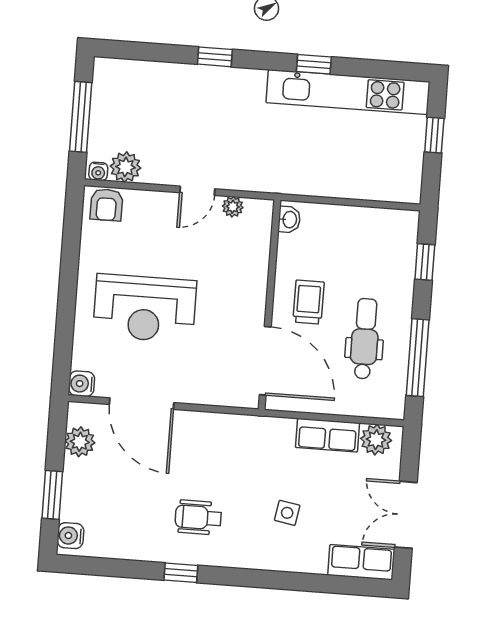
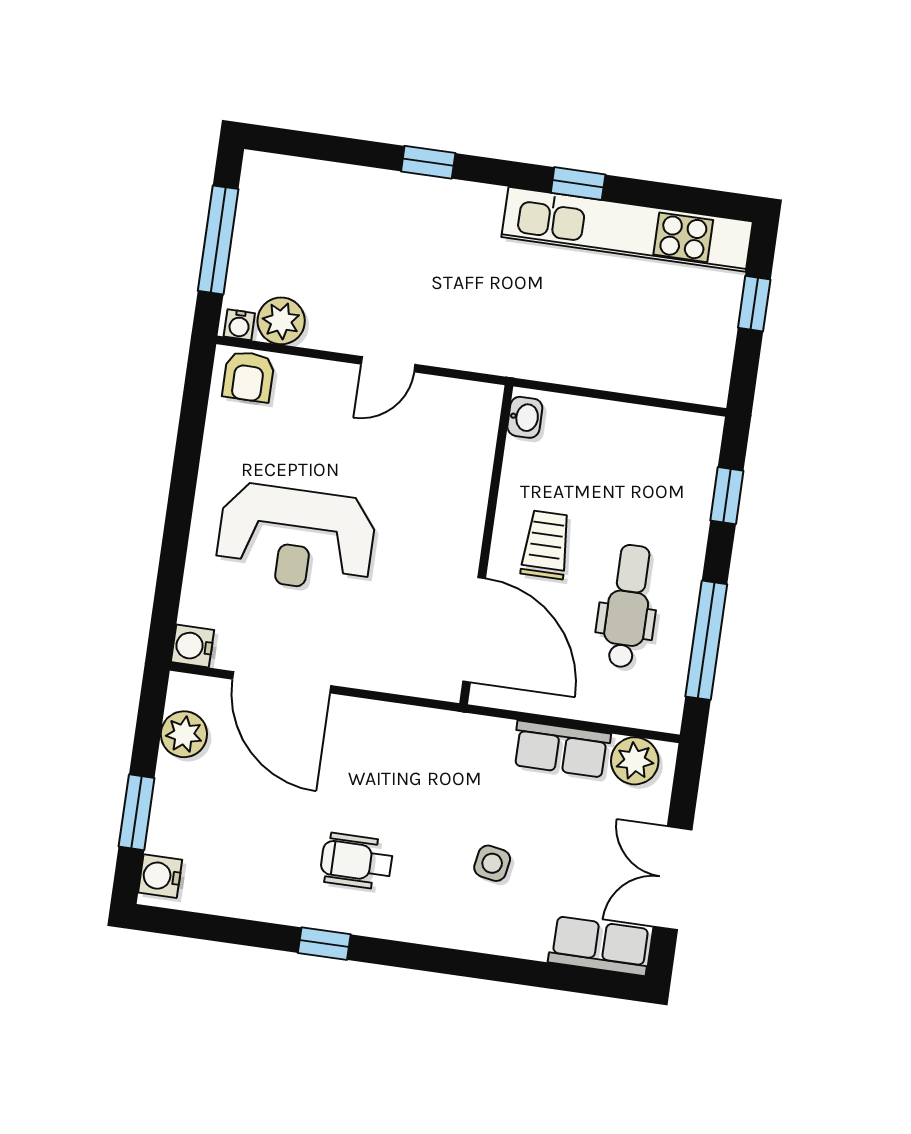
plant: (233, 207) -> (440, 392), removed

